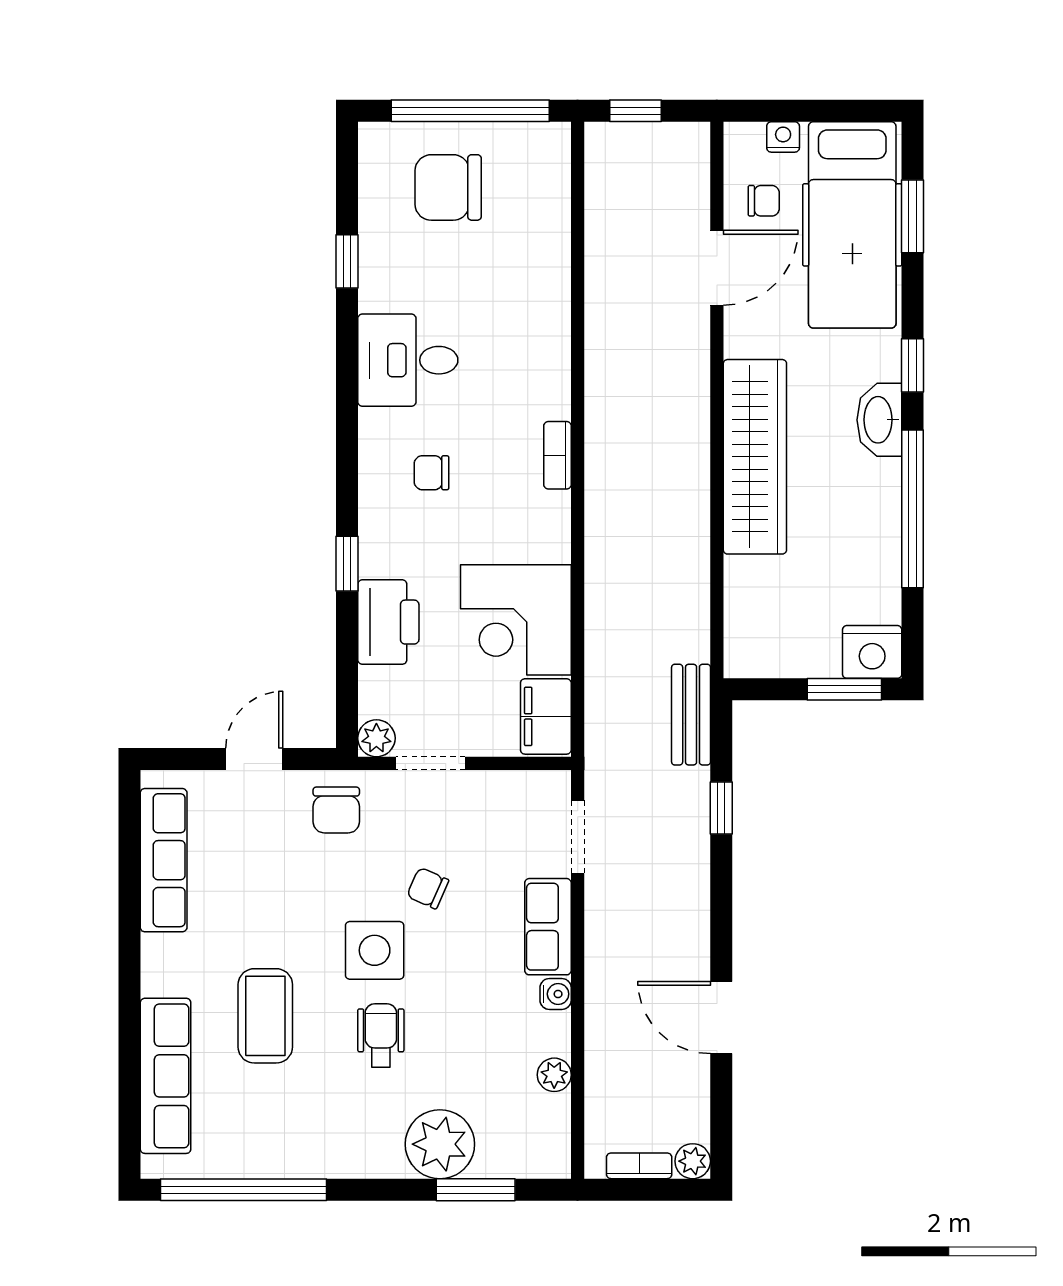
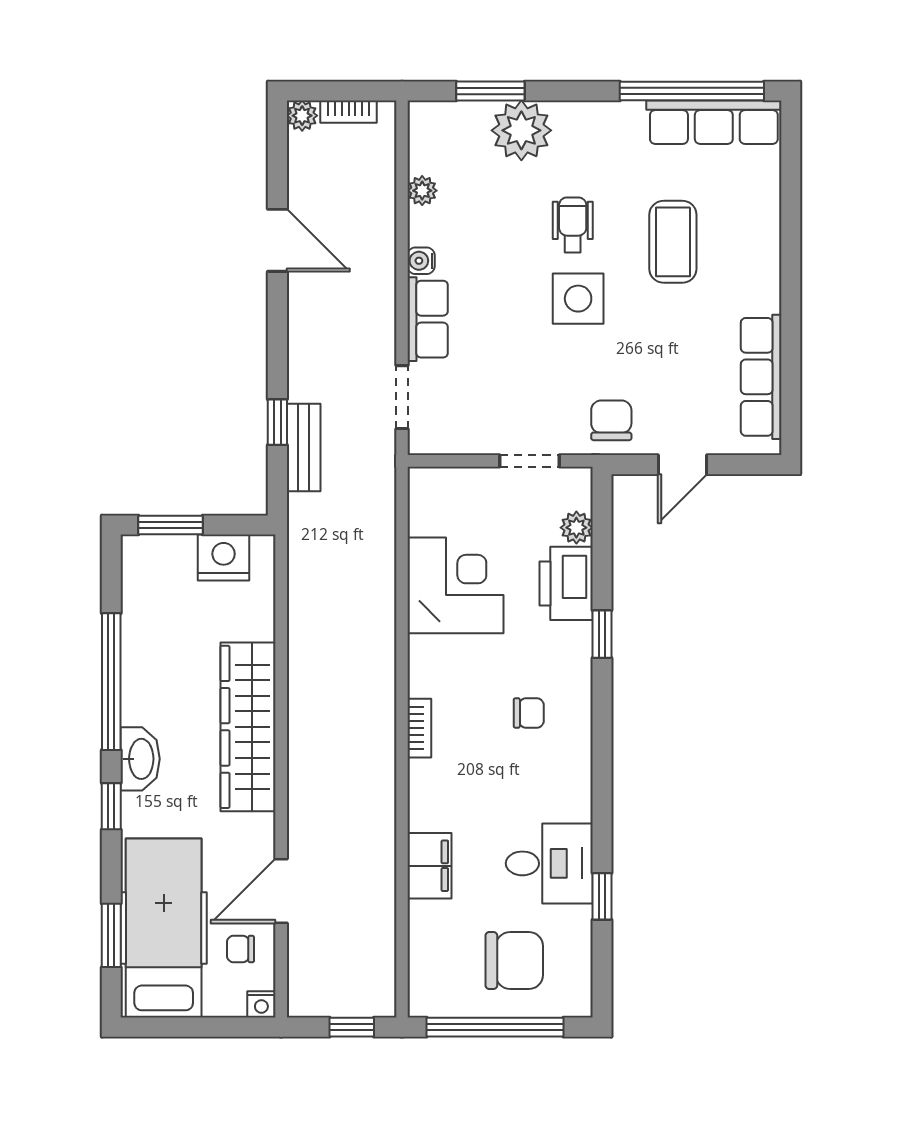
nightstand: (783, 137) -> (261, 1004), moved
desk: (408, 360) -> (549, 863), moved
nightstand: (872, 652) -> (224, 558), moved
bench: (691, 715) -> (304, 447), moved
filing cabinet: (546, 716) -> (429, 866), moved
plant: (376, 738) -> (576, 528), moved
chair: (428, 888) -> (532, 353), removed
wheelchair: (381, 1035) -> (573, 225), turned 180
row of seats: (166, 1076) -> (714, 122), moved, turned -90

